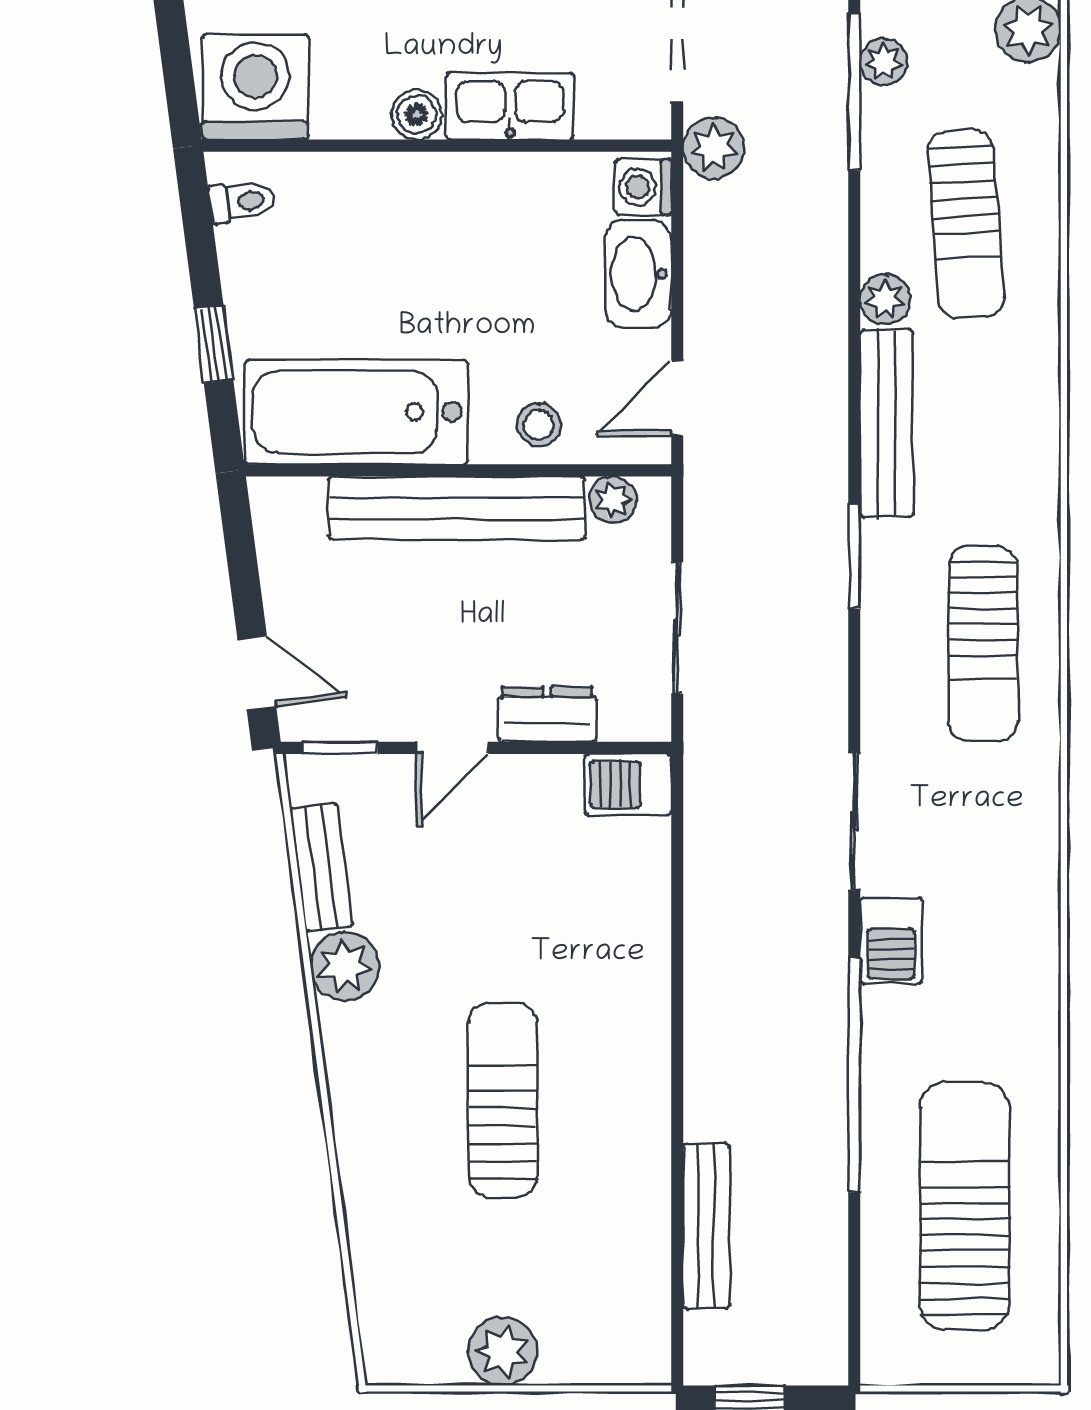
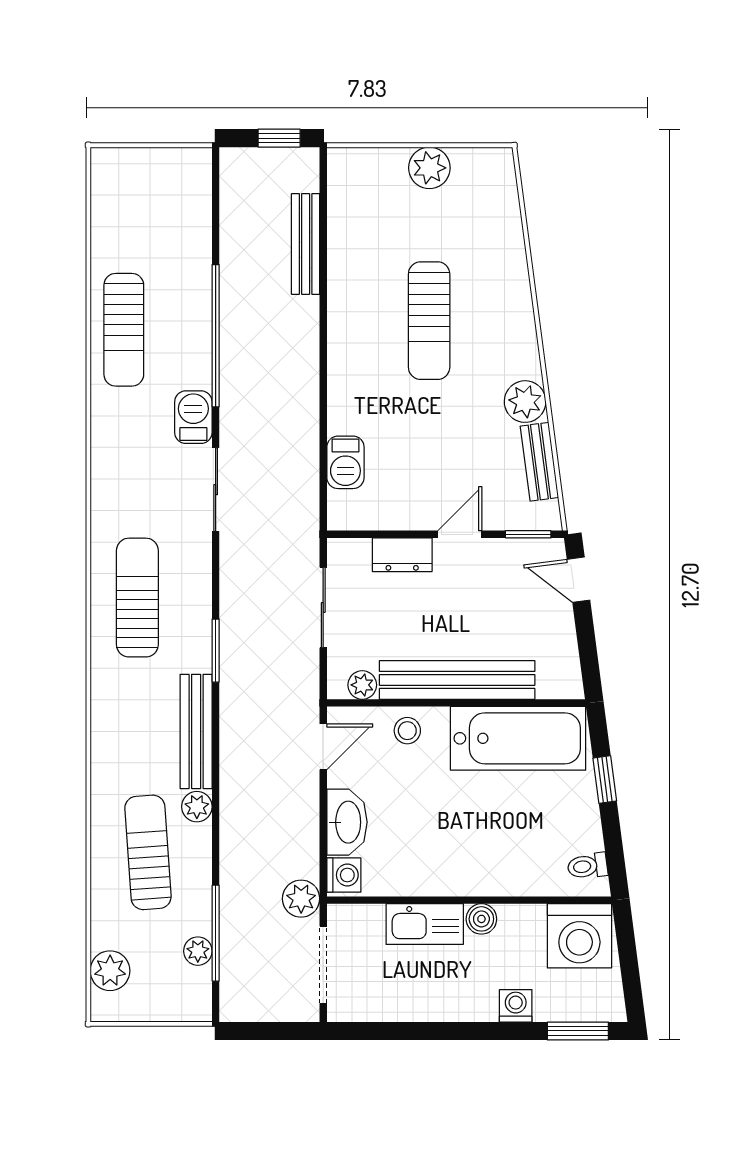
barbecue: (628, 784) -> (345, 462), moved, turned 90
sun lounger: (964, 1206) -> (124, 330), moved, width x0.73, depth x0.75

